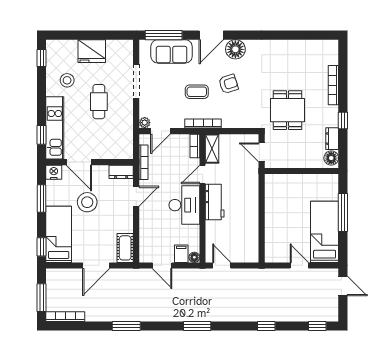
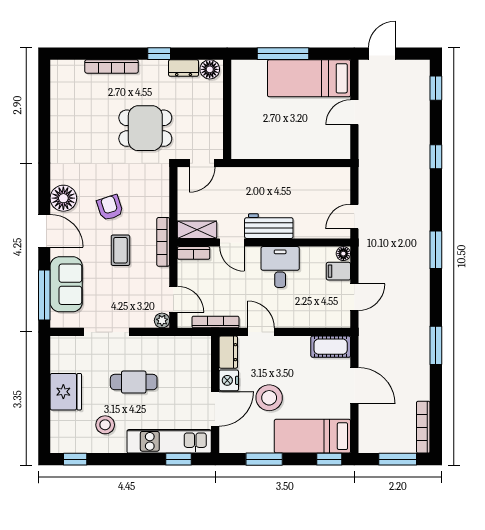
nightstand: (54, 172) -> (229, 380), moved
desk: (184, 205) -> (280, 267), width x0.73

